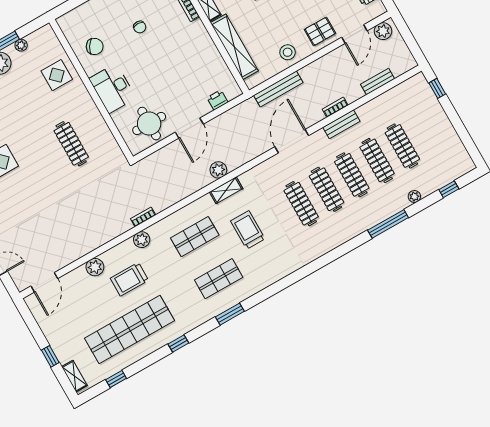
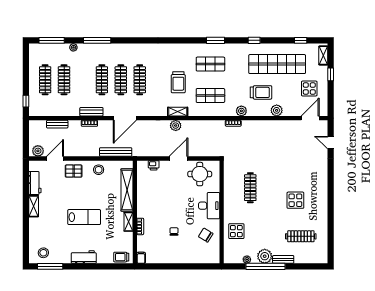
clothes rail: (377, 160) -> (45, 80), moved
window: (449, 189) -> (52, 40), width x2.17
display table: (68, 321) -> (309, 89), added

